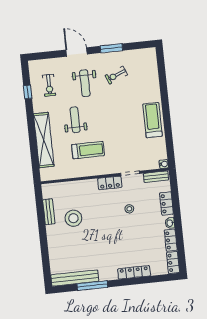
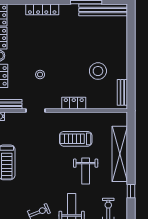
window: (28, 92) -> (131, 191), moved
locker: (110, 183) -> (74, 103), moved
bench: (49, 212) -> (122, 92), moved

